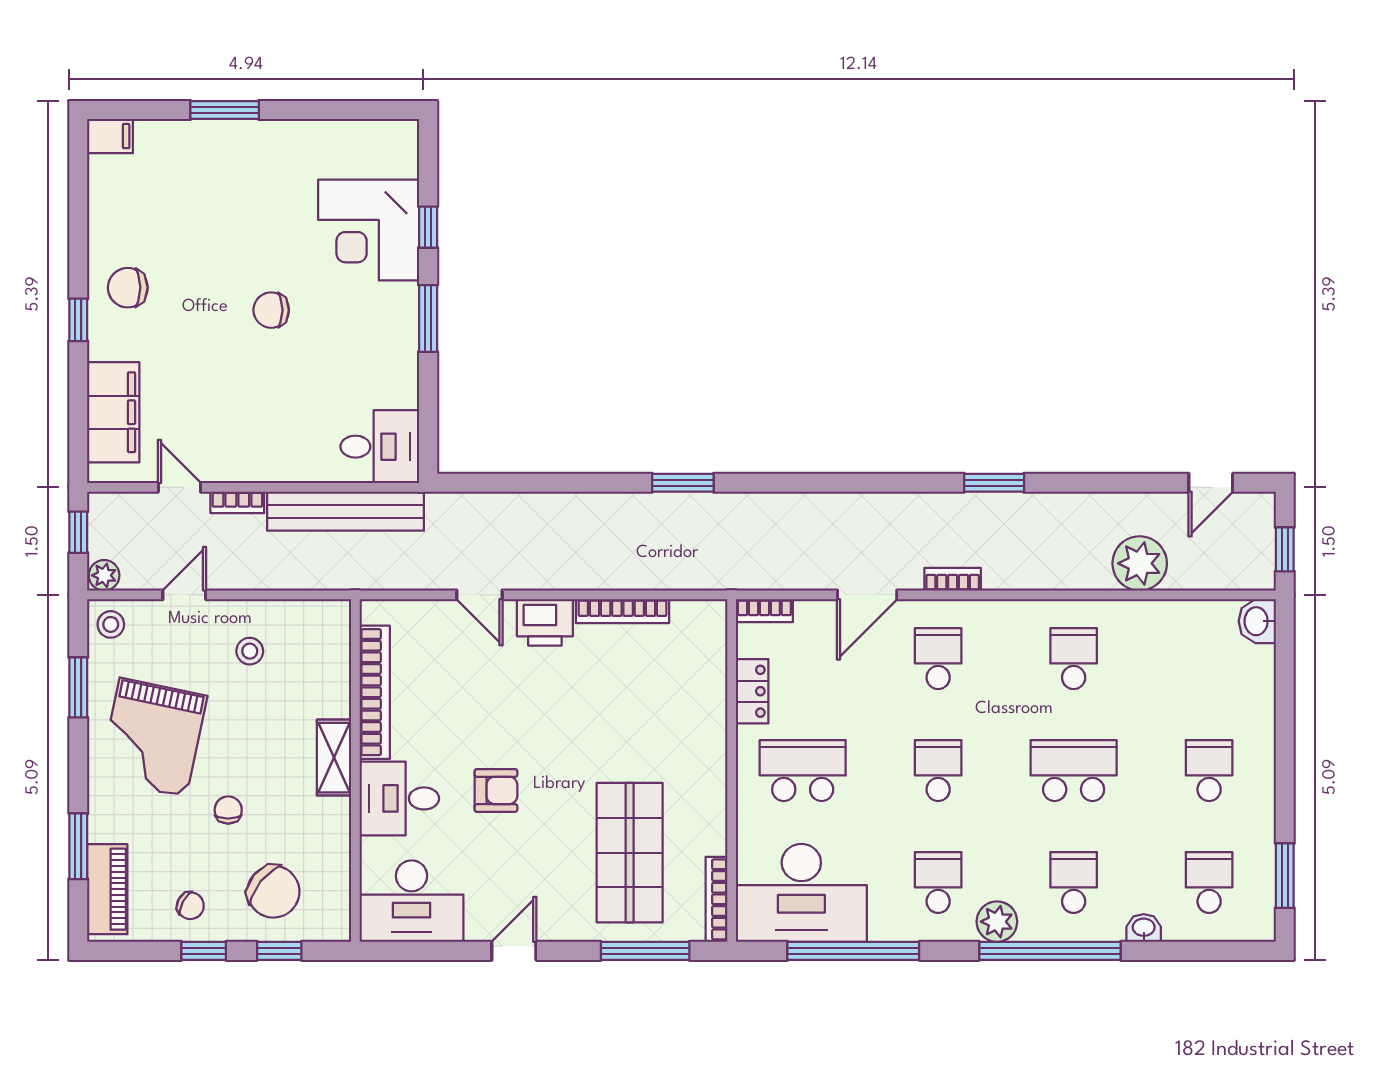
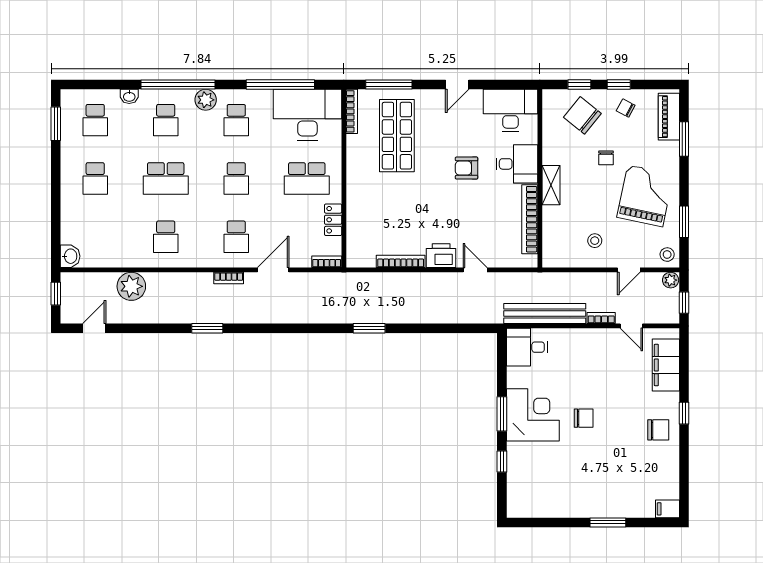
corner desk: (369, 230) -> (533, 415), moved

